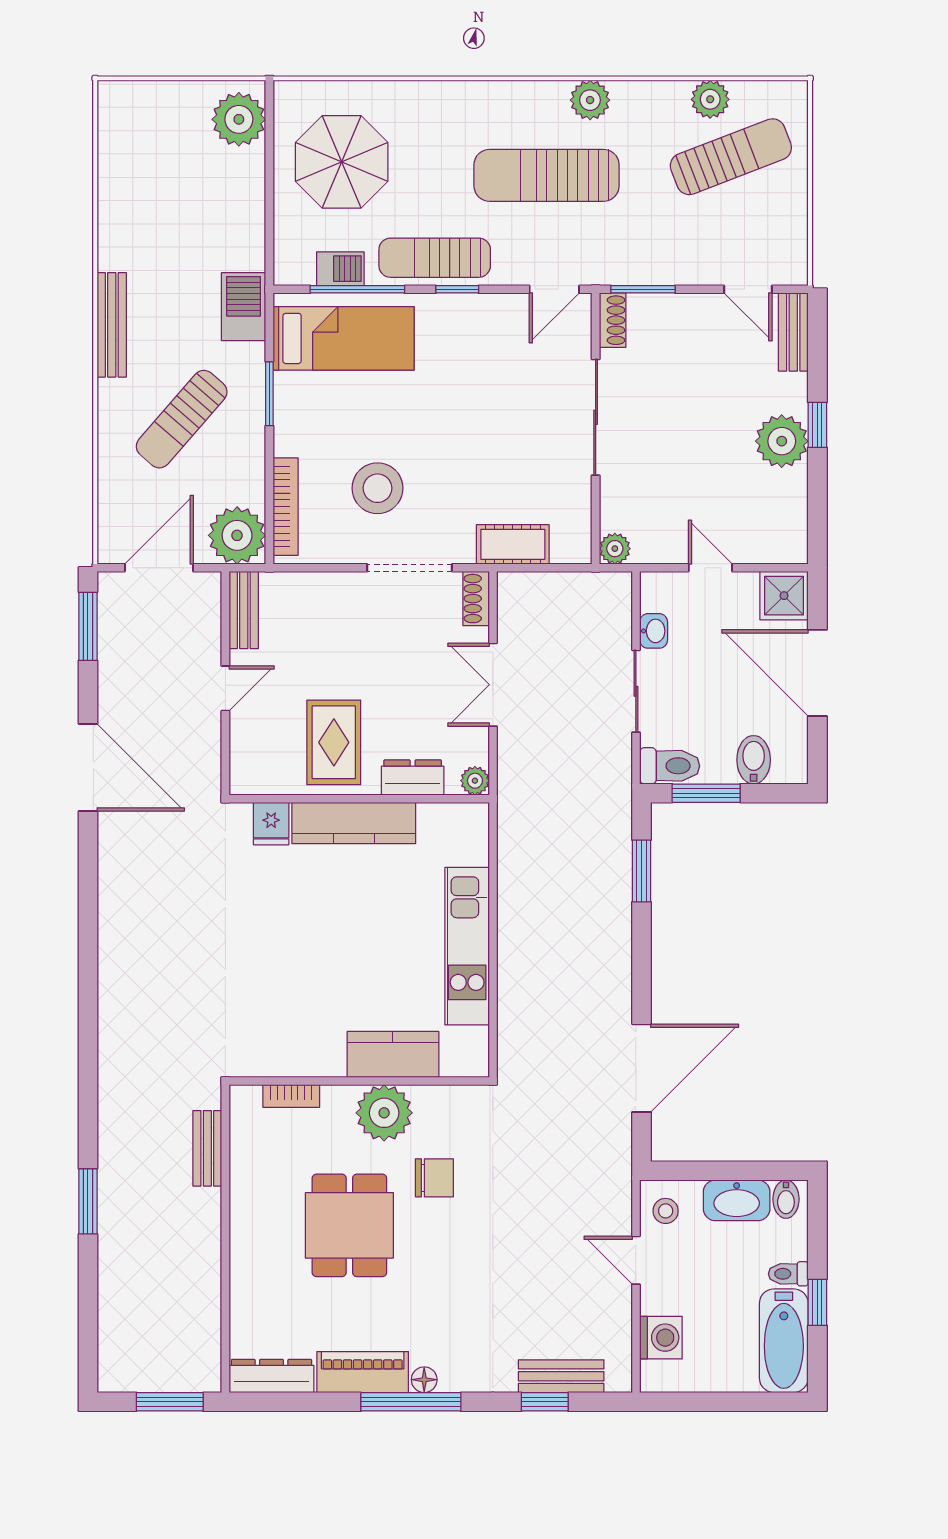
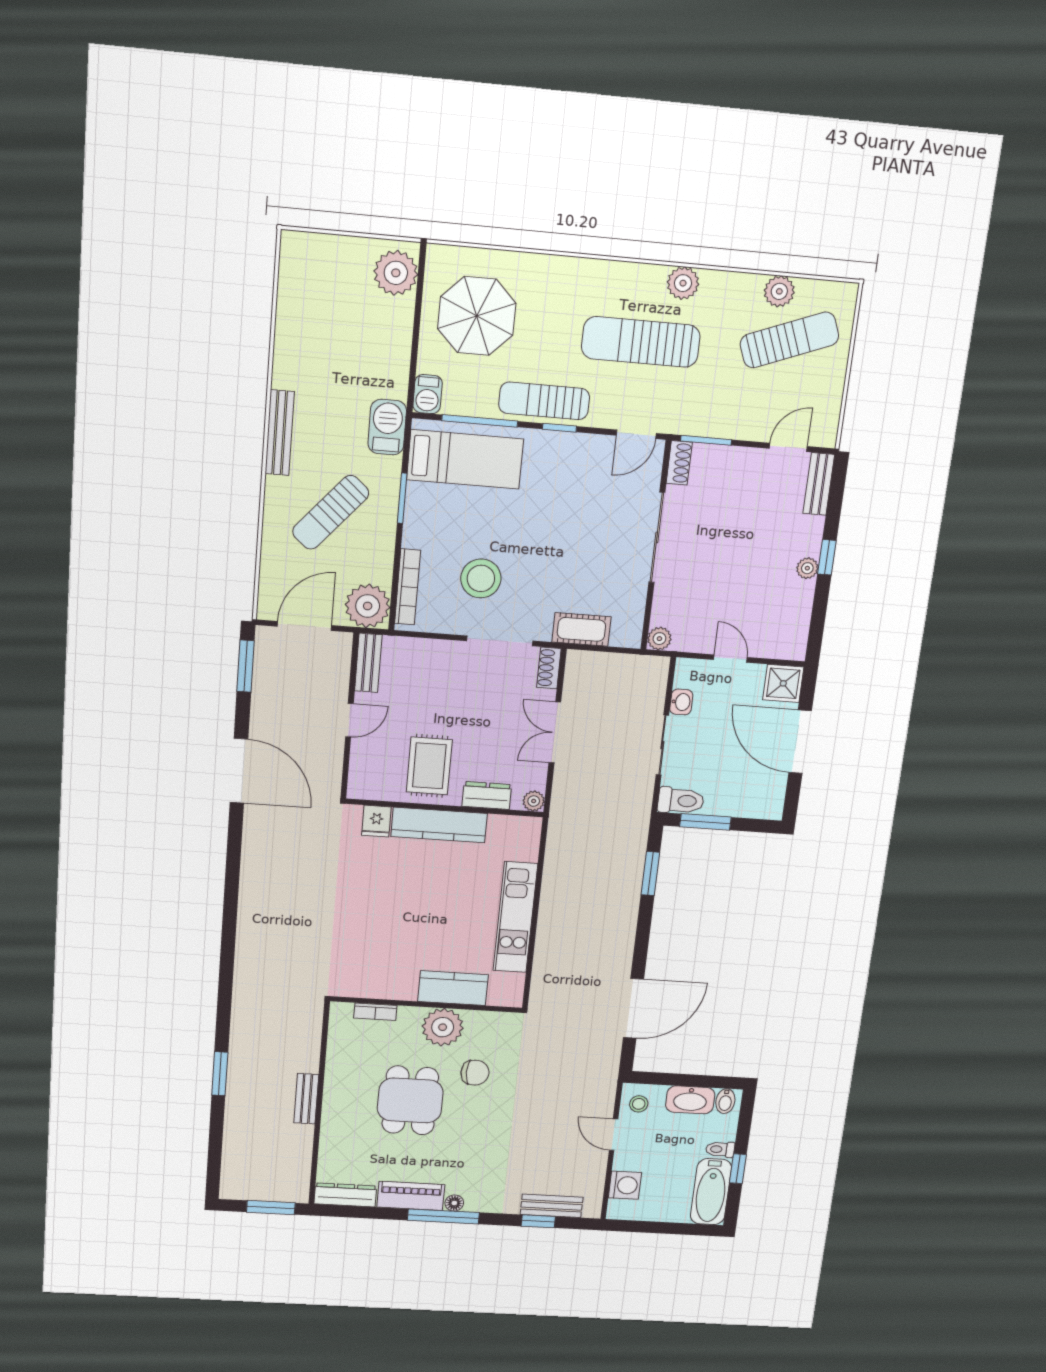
barbecue: (340, 269) -> (428, 394), moved, turned 90
door: (748, 289) -> (788, 447), swing flipped
plant: (782, 441) -> (807, 568), width x0.53, depth x0.53
bidet: (754, 760) -> (744, 801), removed
bench: (207, 1148) -> (306, 1099), moved

